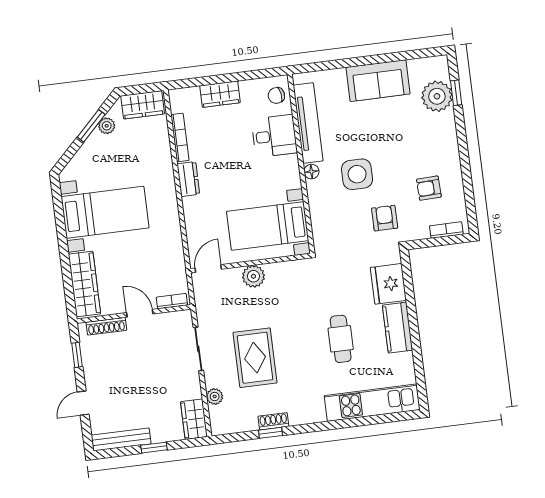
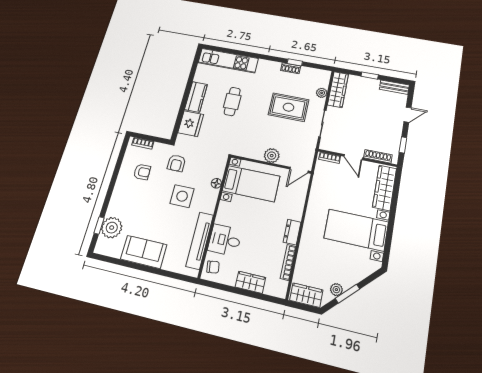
floor lamp: (311, 172) -> (216, 183), moved
rug: (255, 358) -> (289, 107), turned 90
wardrobe: (194, 419) -> (338, 90), width x1.50
bench: (121, 439) -> (394, 87), width x0.73

